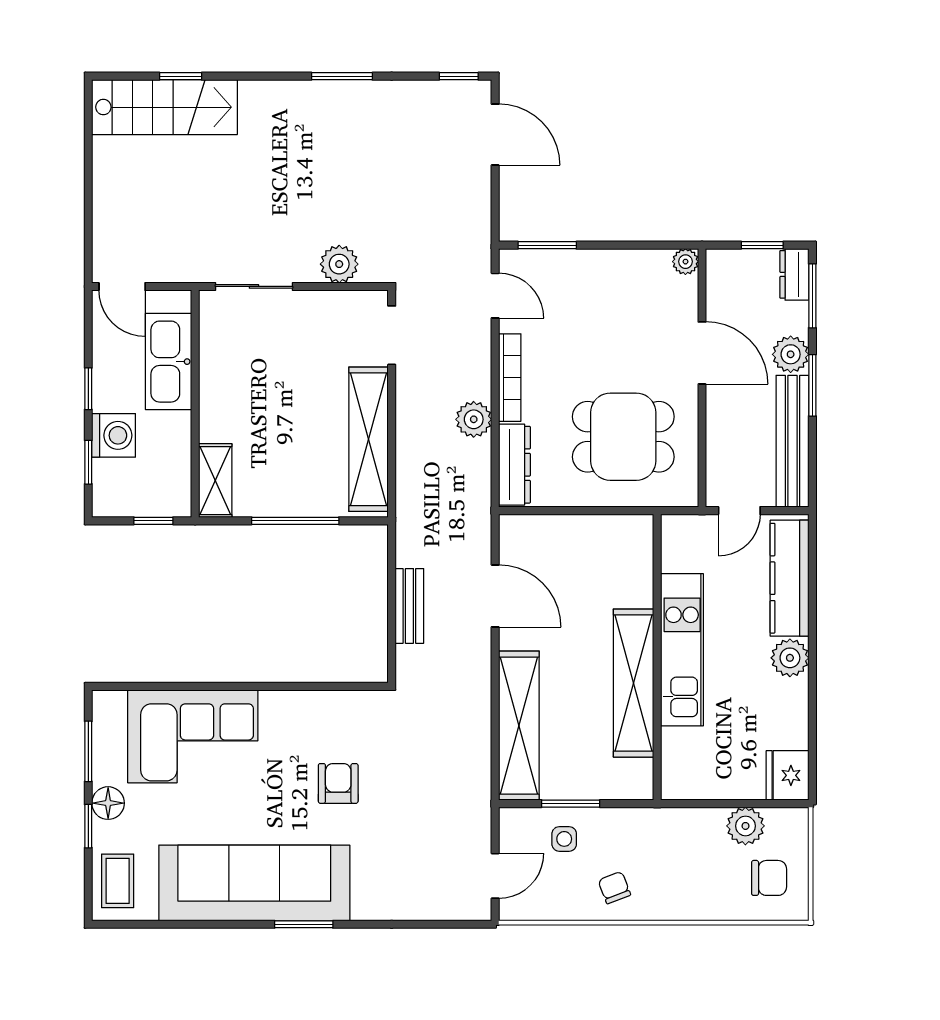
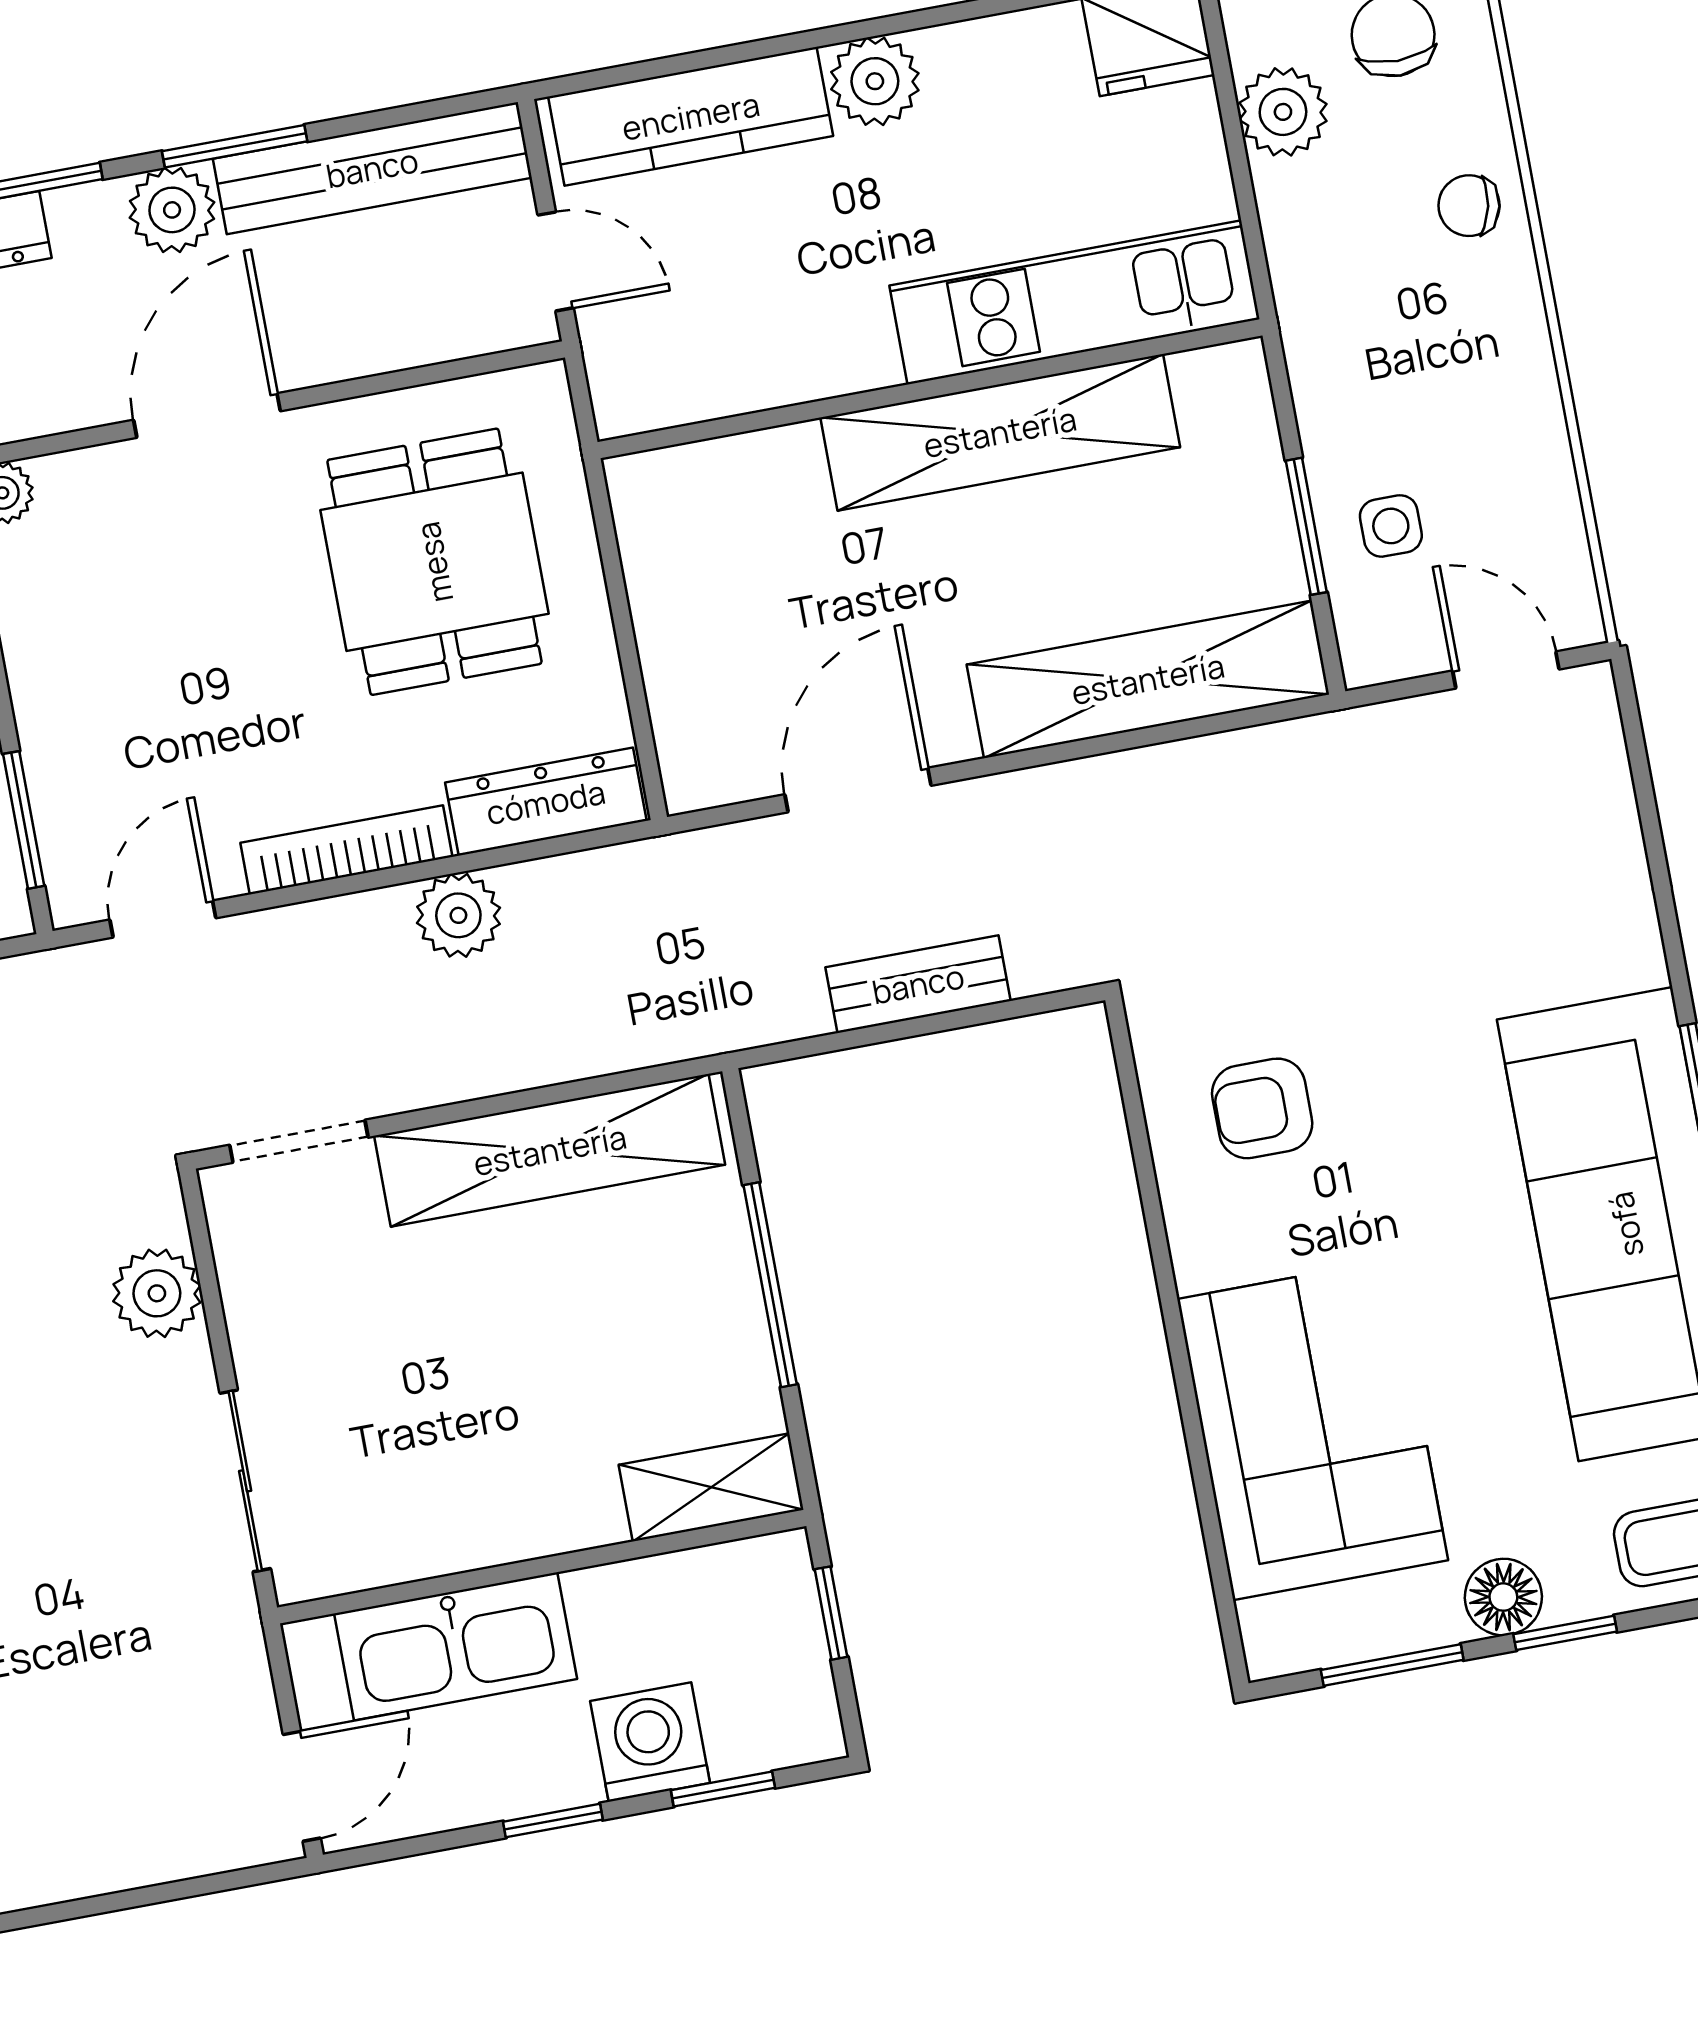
kitchen unit: (682, 650) -> (1074, 302), moved
armchair: (338, 783) -> (1262, 1108), moved
chair: (614, 888) -> (1469, 206), moved, turned 33

